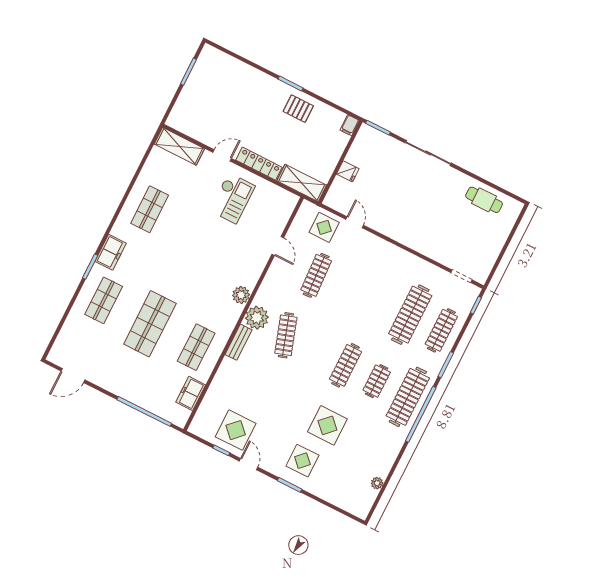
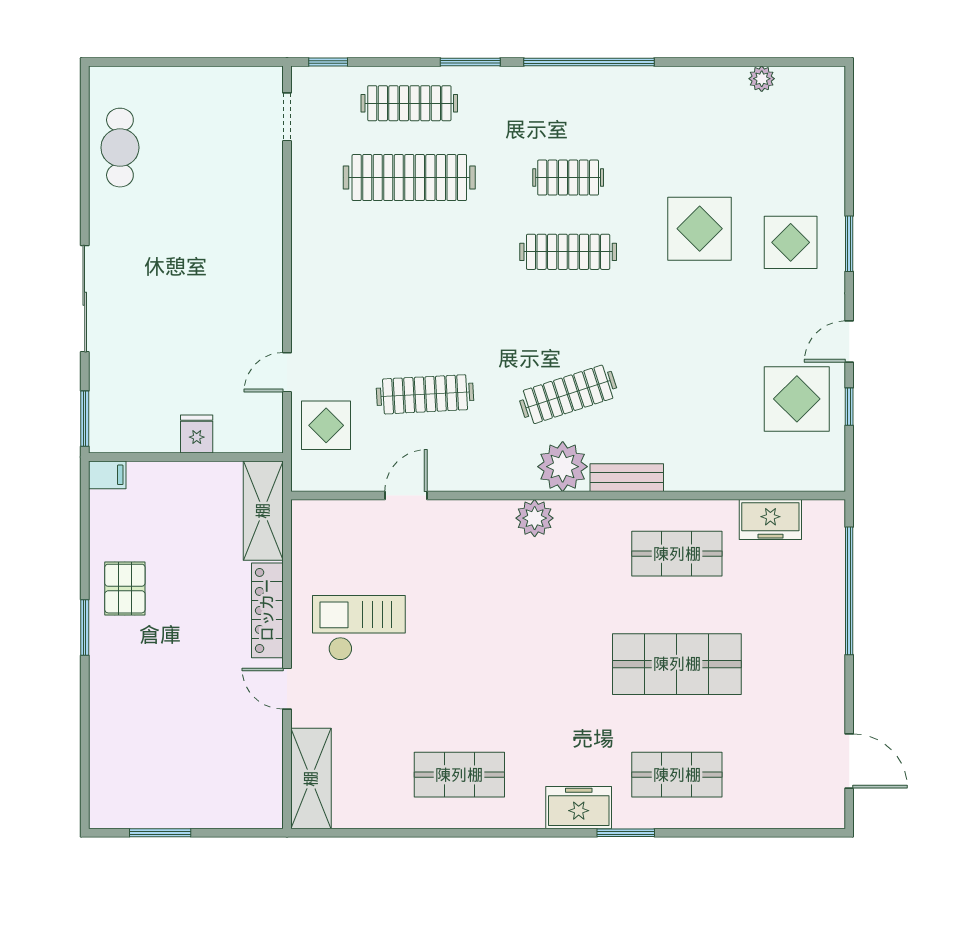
clothes rail: (408, 397) -> (568, 103), removed

